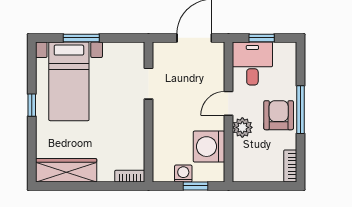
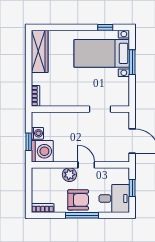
desk: (252, 63) -> (114, 198), moved
window: (32, 105) -> (105, 27), moved
washing machine: (209, 147) -> (42, 151), moved, turned 90

